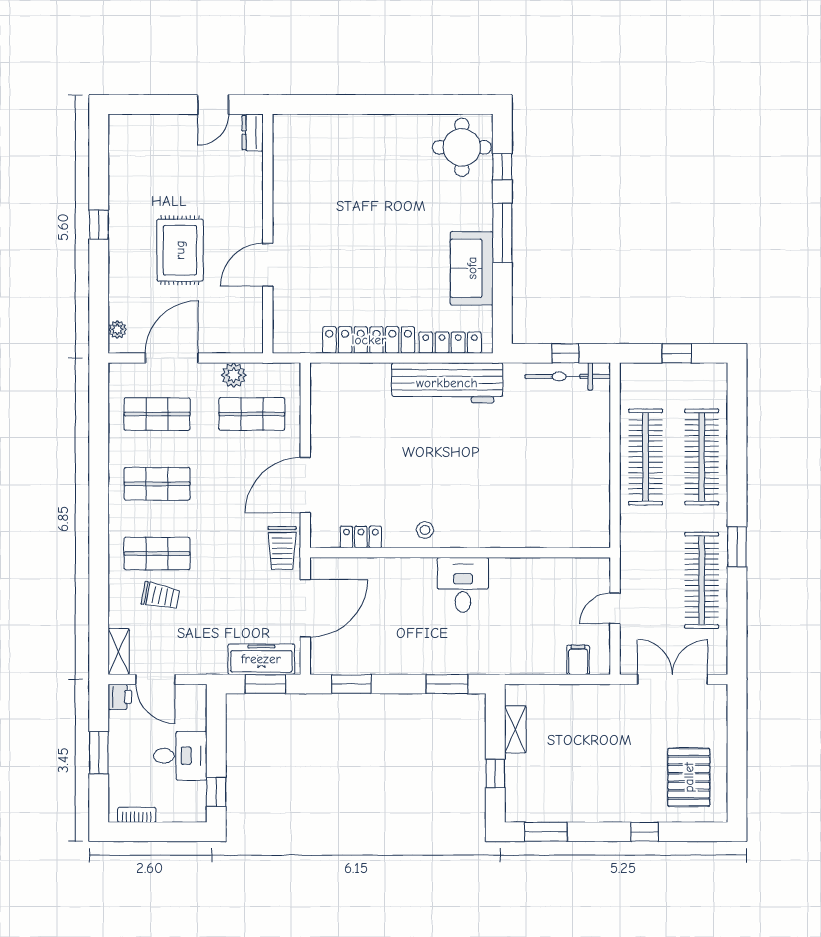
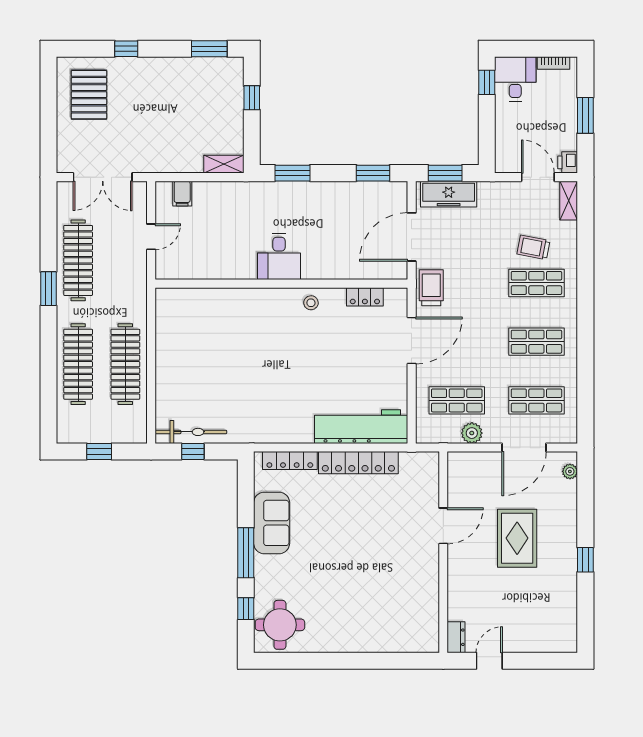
workbench: (447, 383) -> (361, 427), moved
shelving: (515, 729) -> (224, 164), moved, turned 90
desk: (180, 756) -> (515, 79), moved, turned 90

